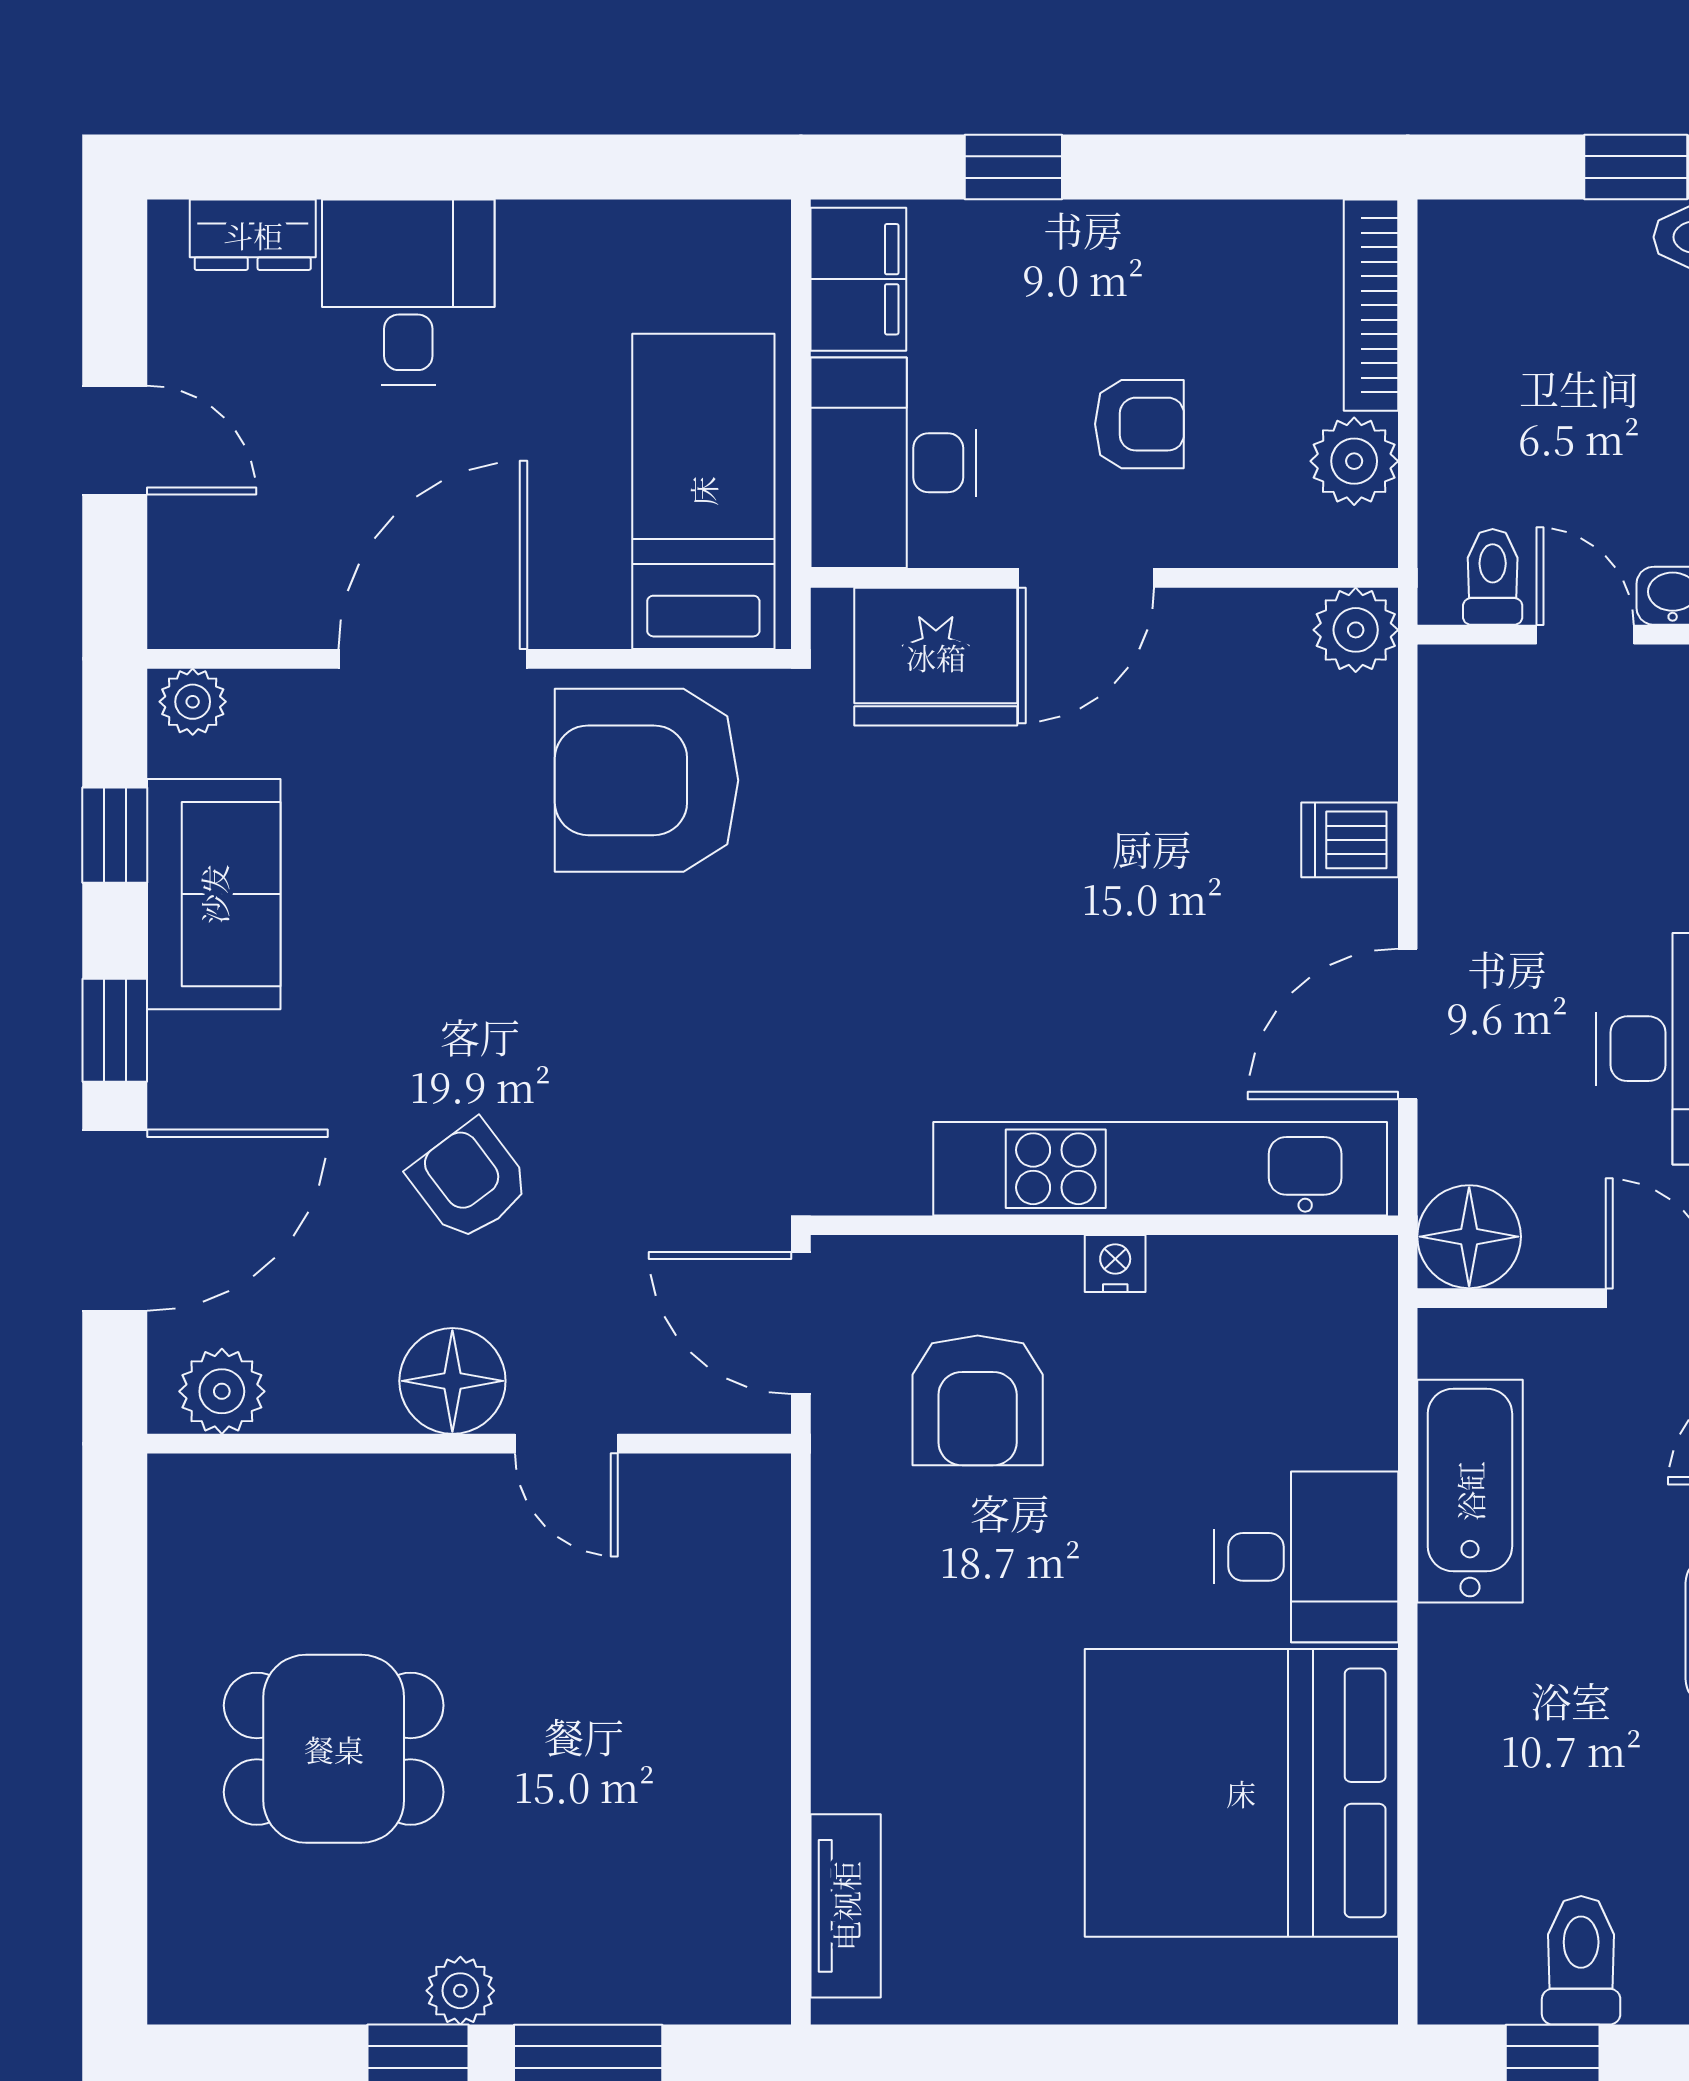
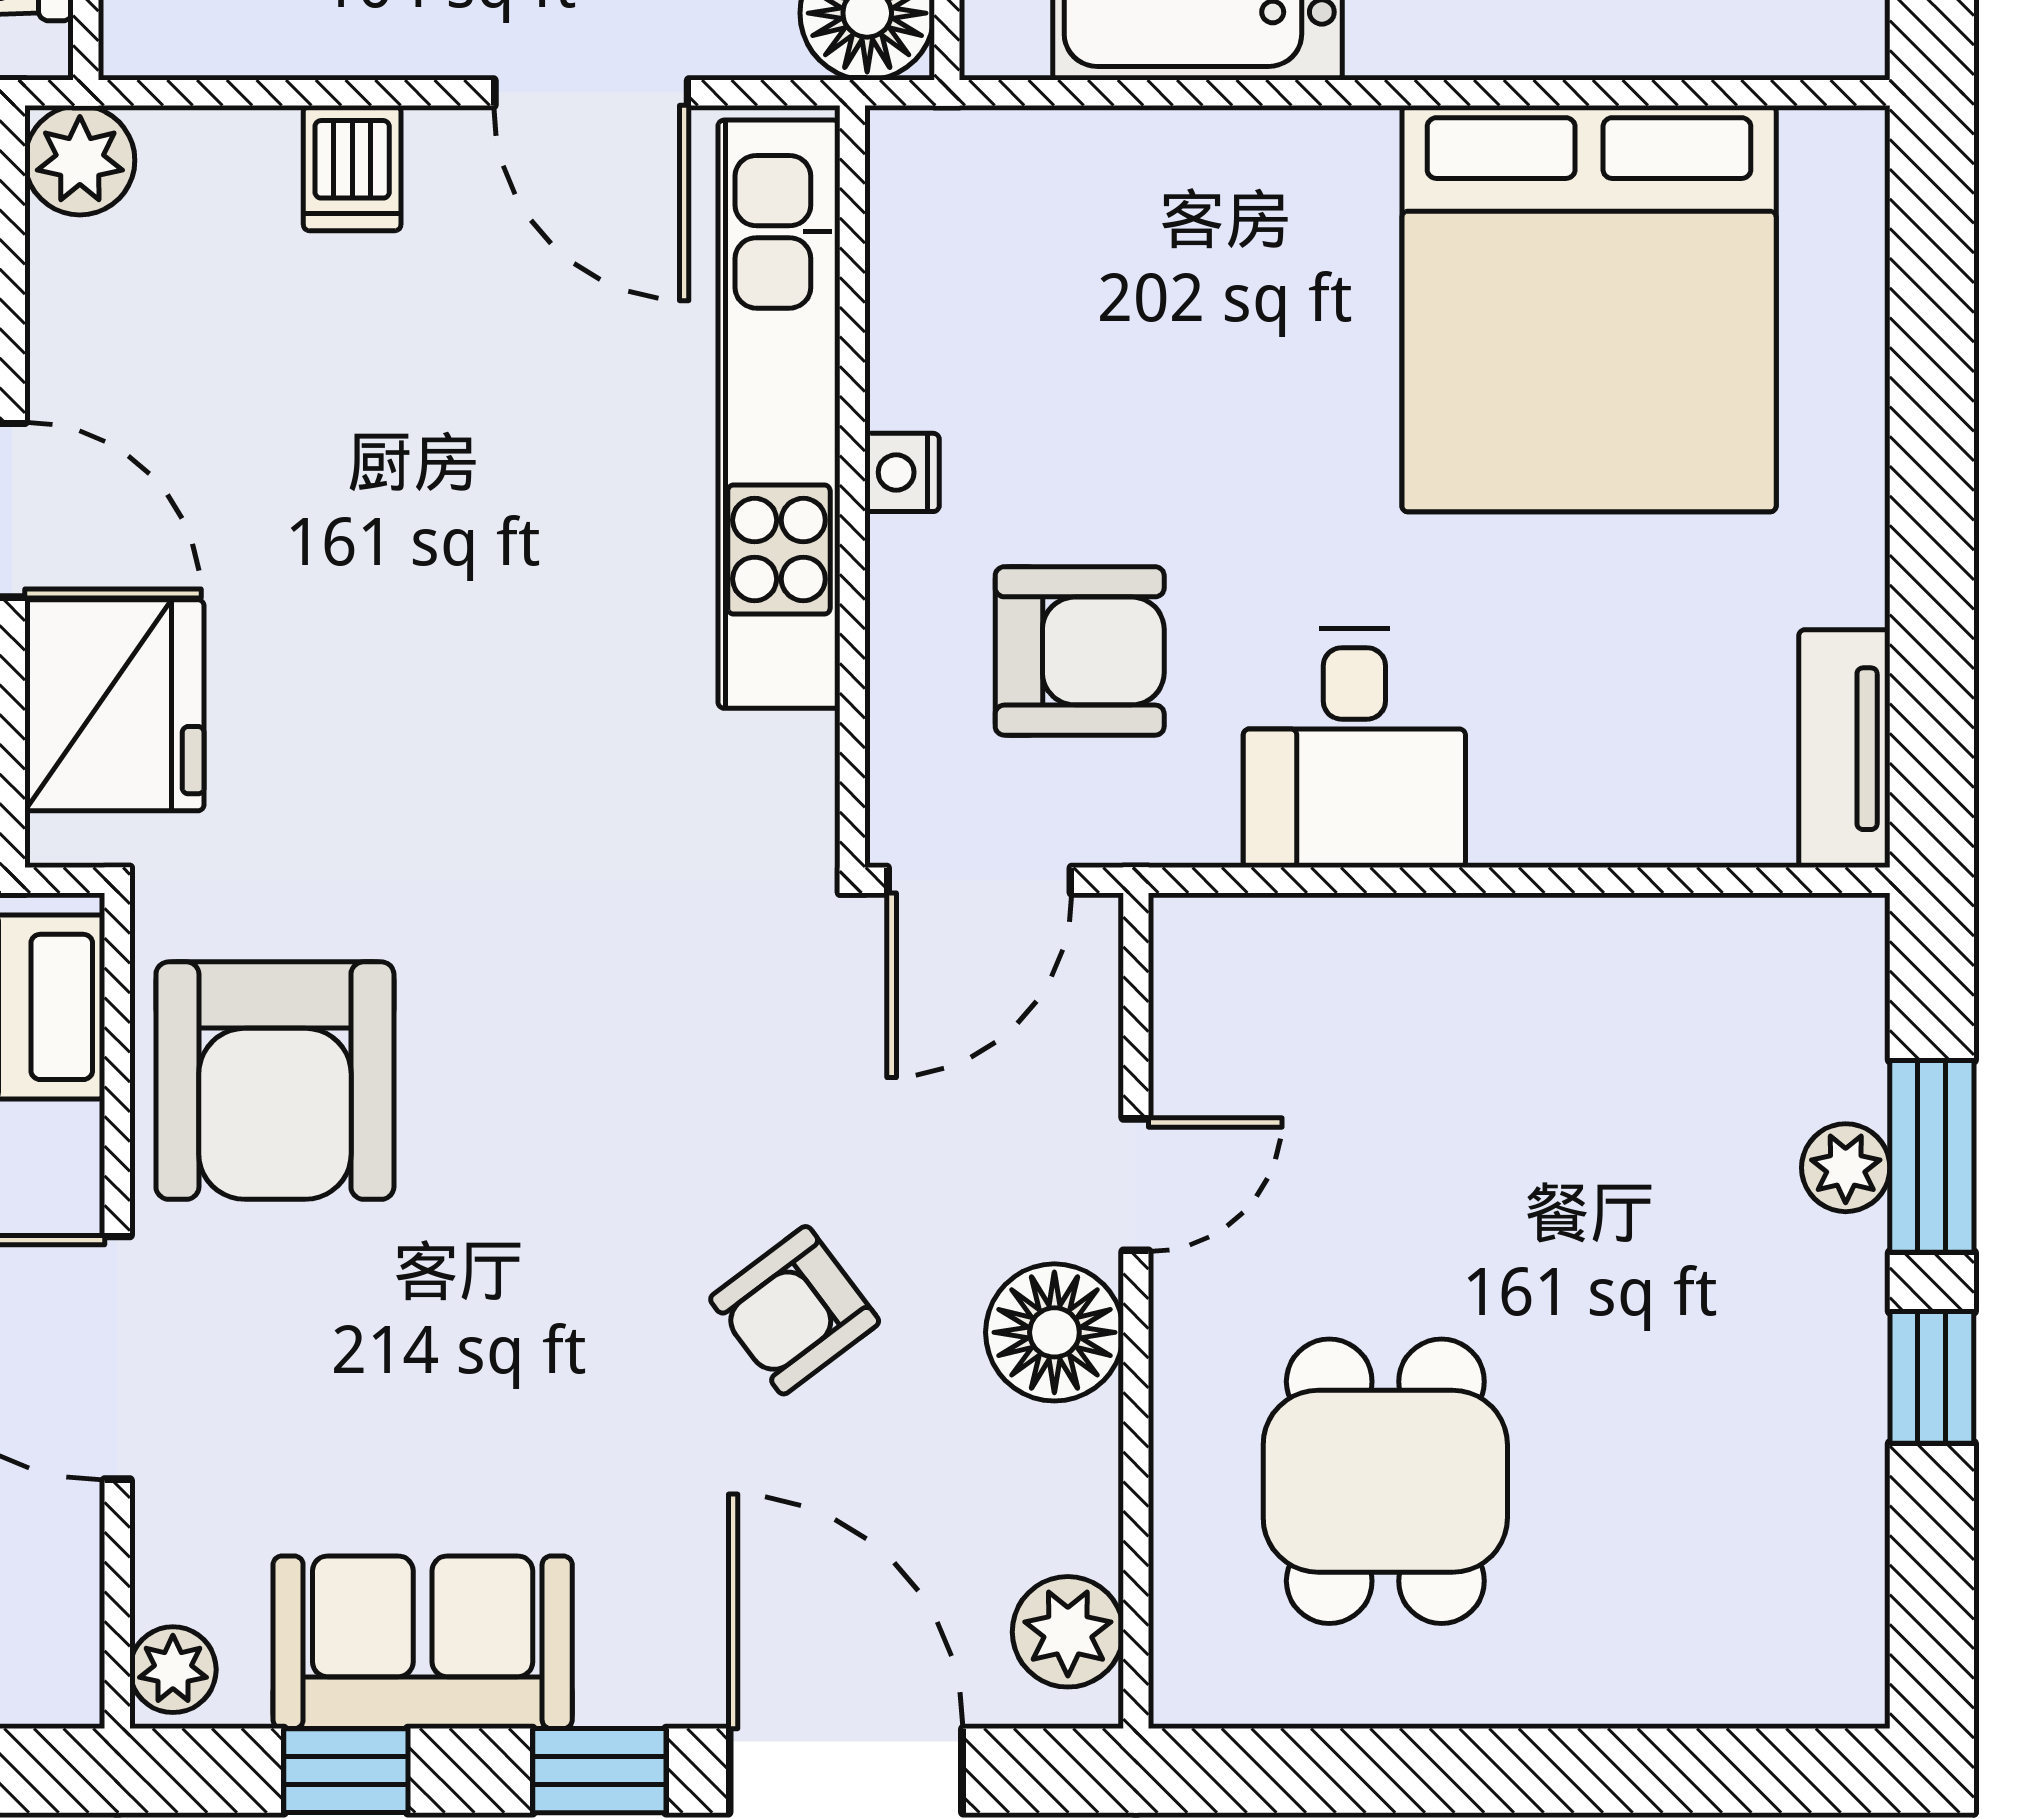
desk: (1306, 1557) -> (1354, 748), moved, turned 180
dining table: (334, 1749) -> (1385, 1481), moved
tv unit: (846, 1906) -> (1844, 749), moved, turned -90
plant: (460, 1991) -> (1846, 1168), moved

